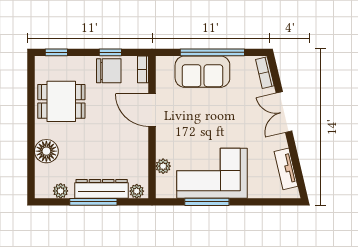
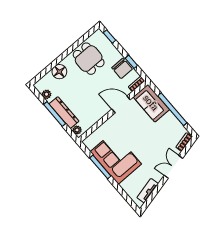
sofa: (202, 72) -> (151, 103), moved
door: (152, 110) -> (121, 104), hinge flipped
plant: (163, 166) -> (99, 132), removed

